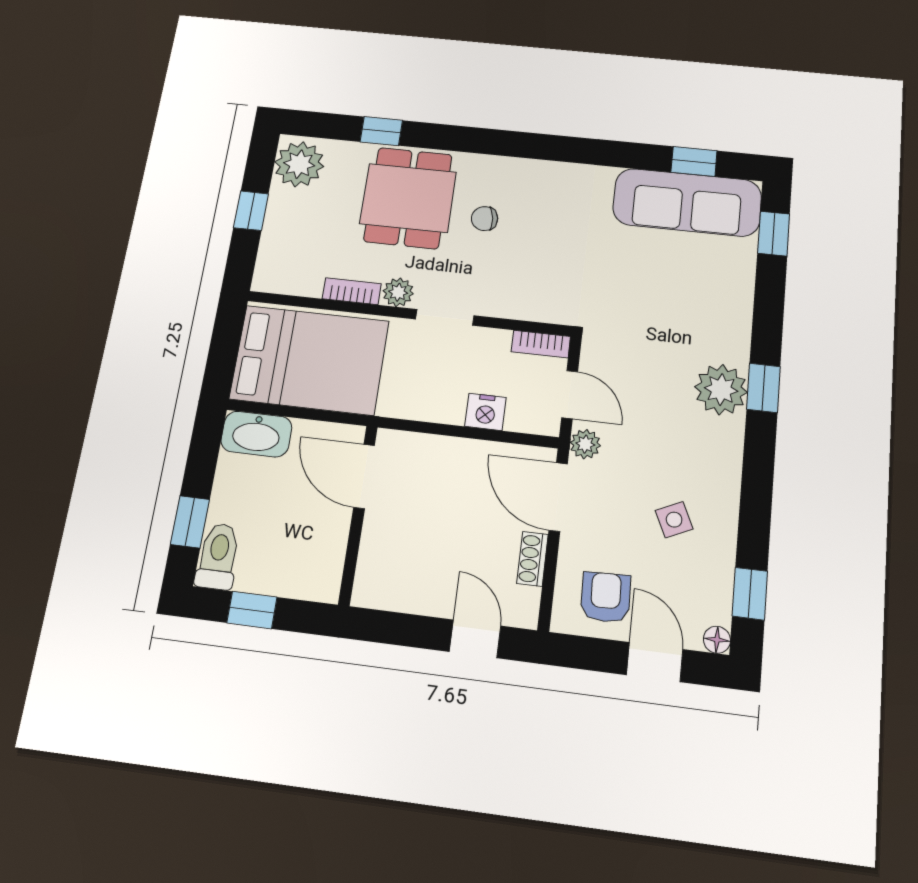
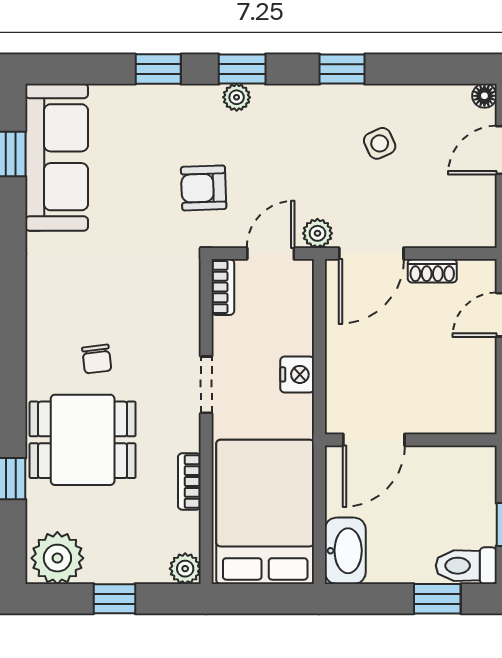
window: (774, 234) -> (158, 69), moved
plant: (398, 292) -> (185, 569), moved
plant: (721, 389) -> (237, 97), width x0.53, depth x0.53
nightstand: (486, 412) -> (297, 374), moved
window: (750, 594) -> (342, 69), moved
armchair: (606, 597) -> (204, 188), moved

